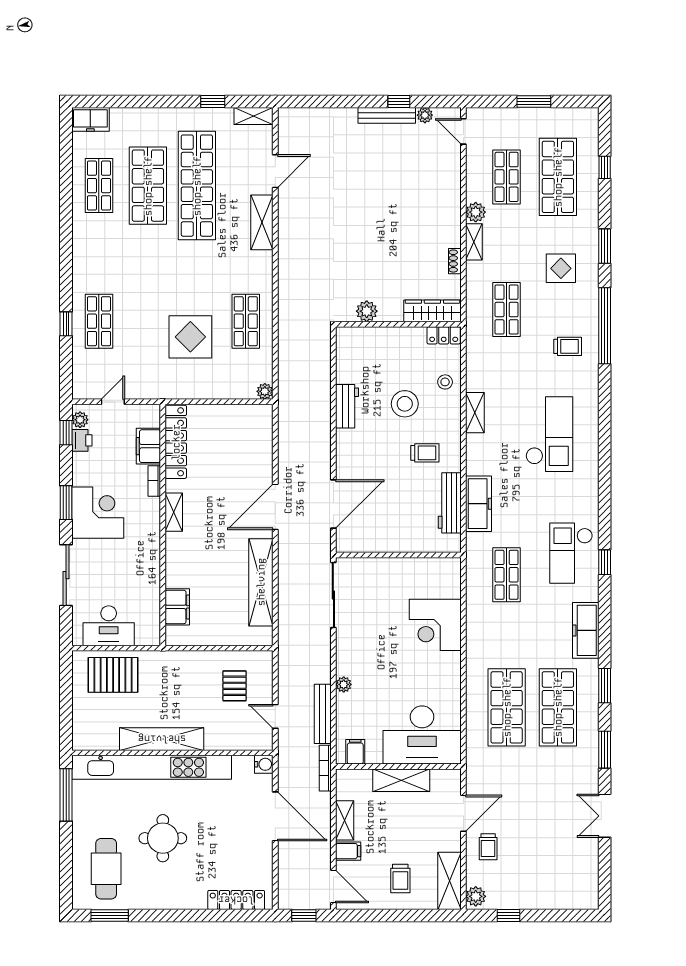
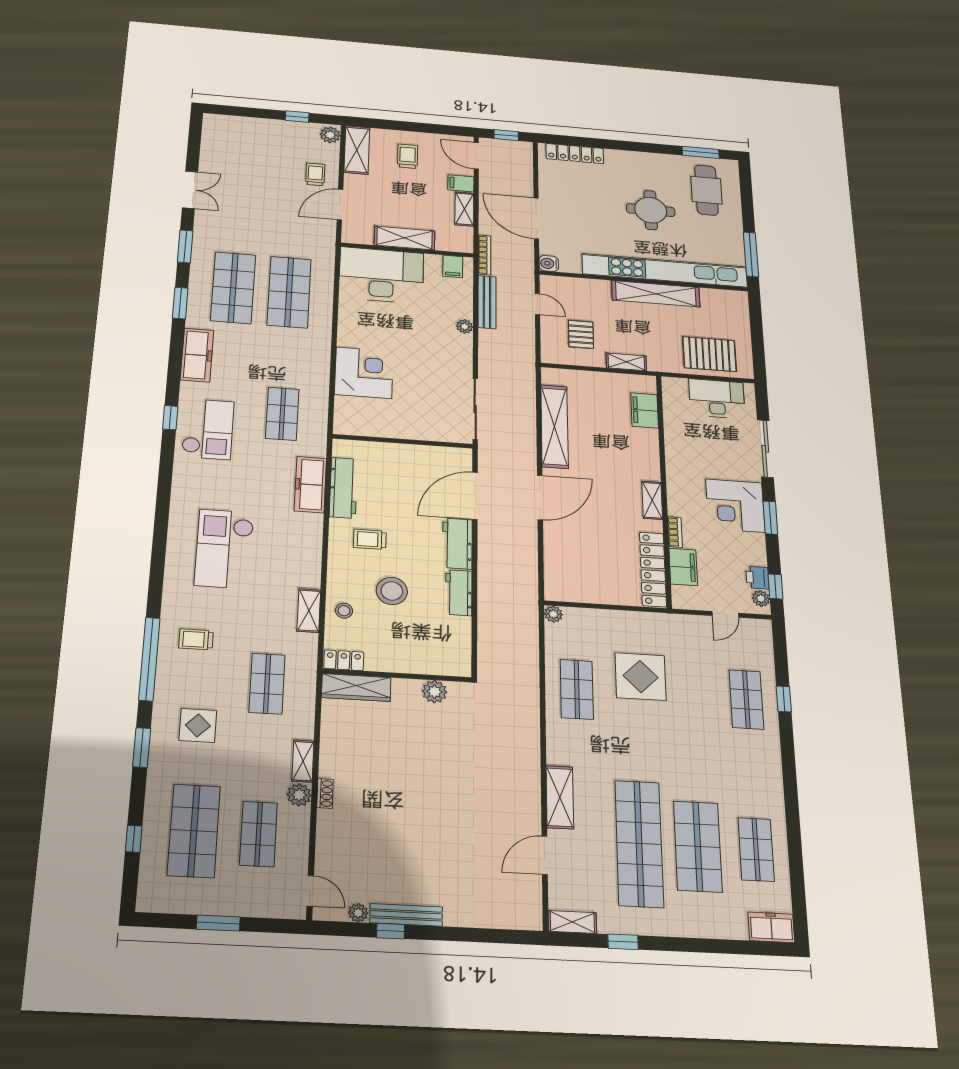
shoe rack: (455, 261) -> (325, 793), moved
shelving: (475, 413) -> (309, 611), moved
workbench: (349, 454) -> (457, 544), added
shelving: (192, 659) -> (626, 362), added

